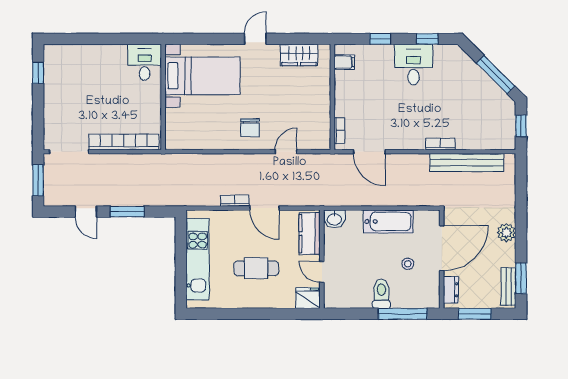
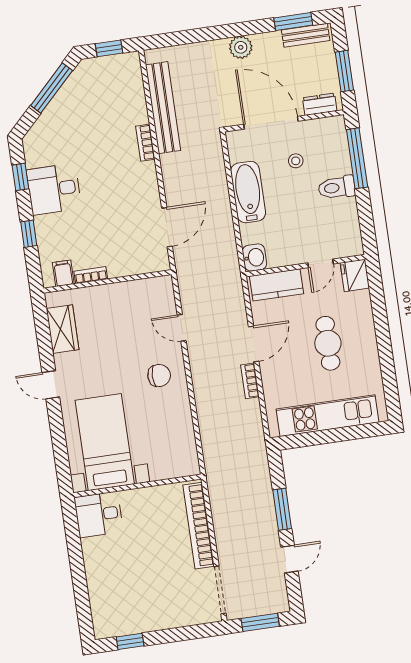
bookcase: (339, 131) -> (91, 275), moved

